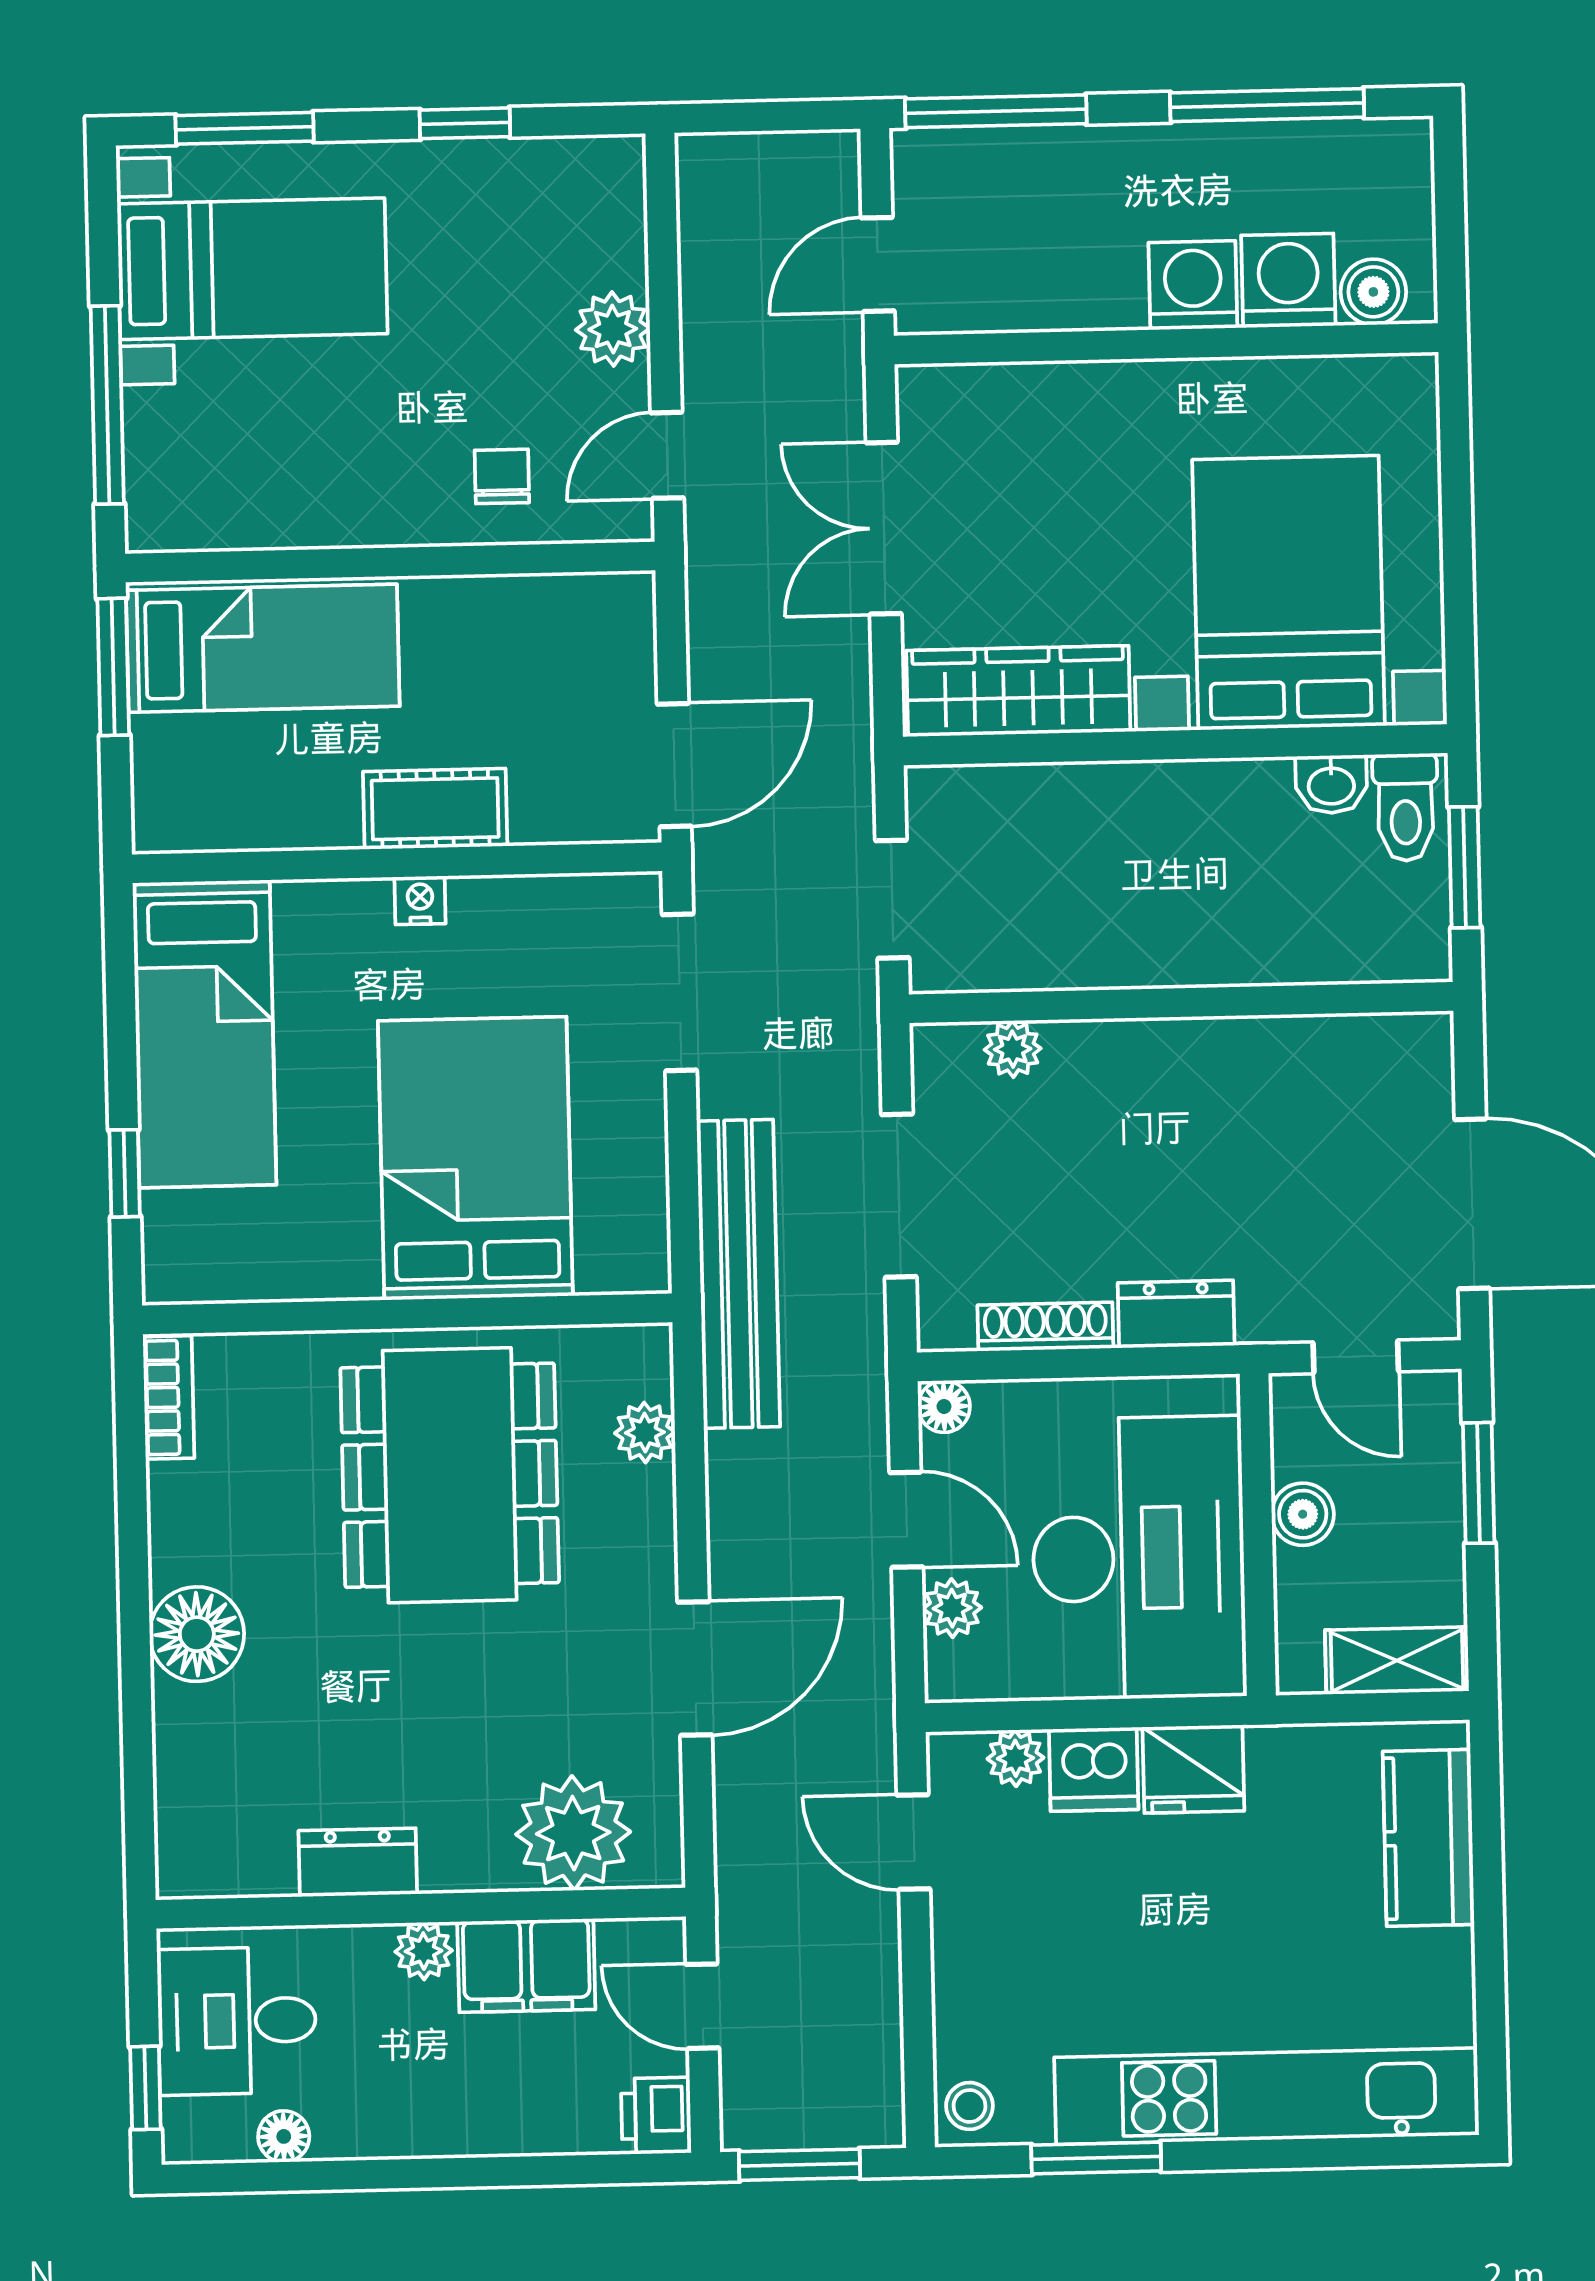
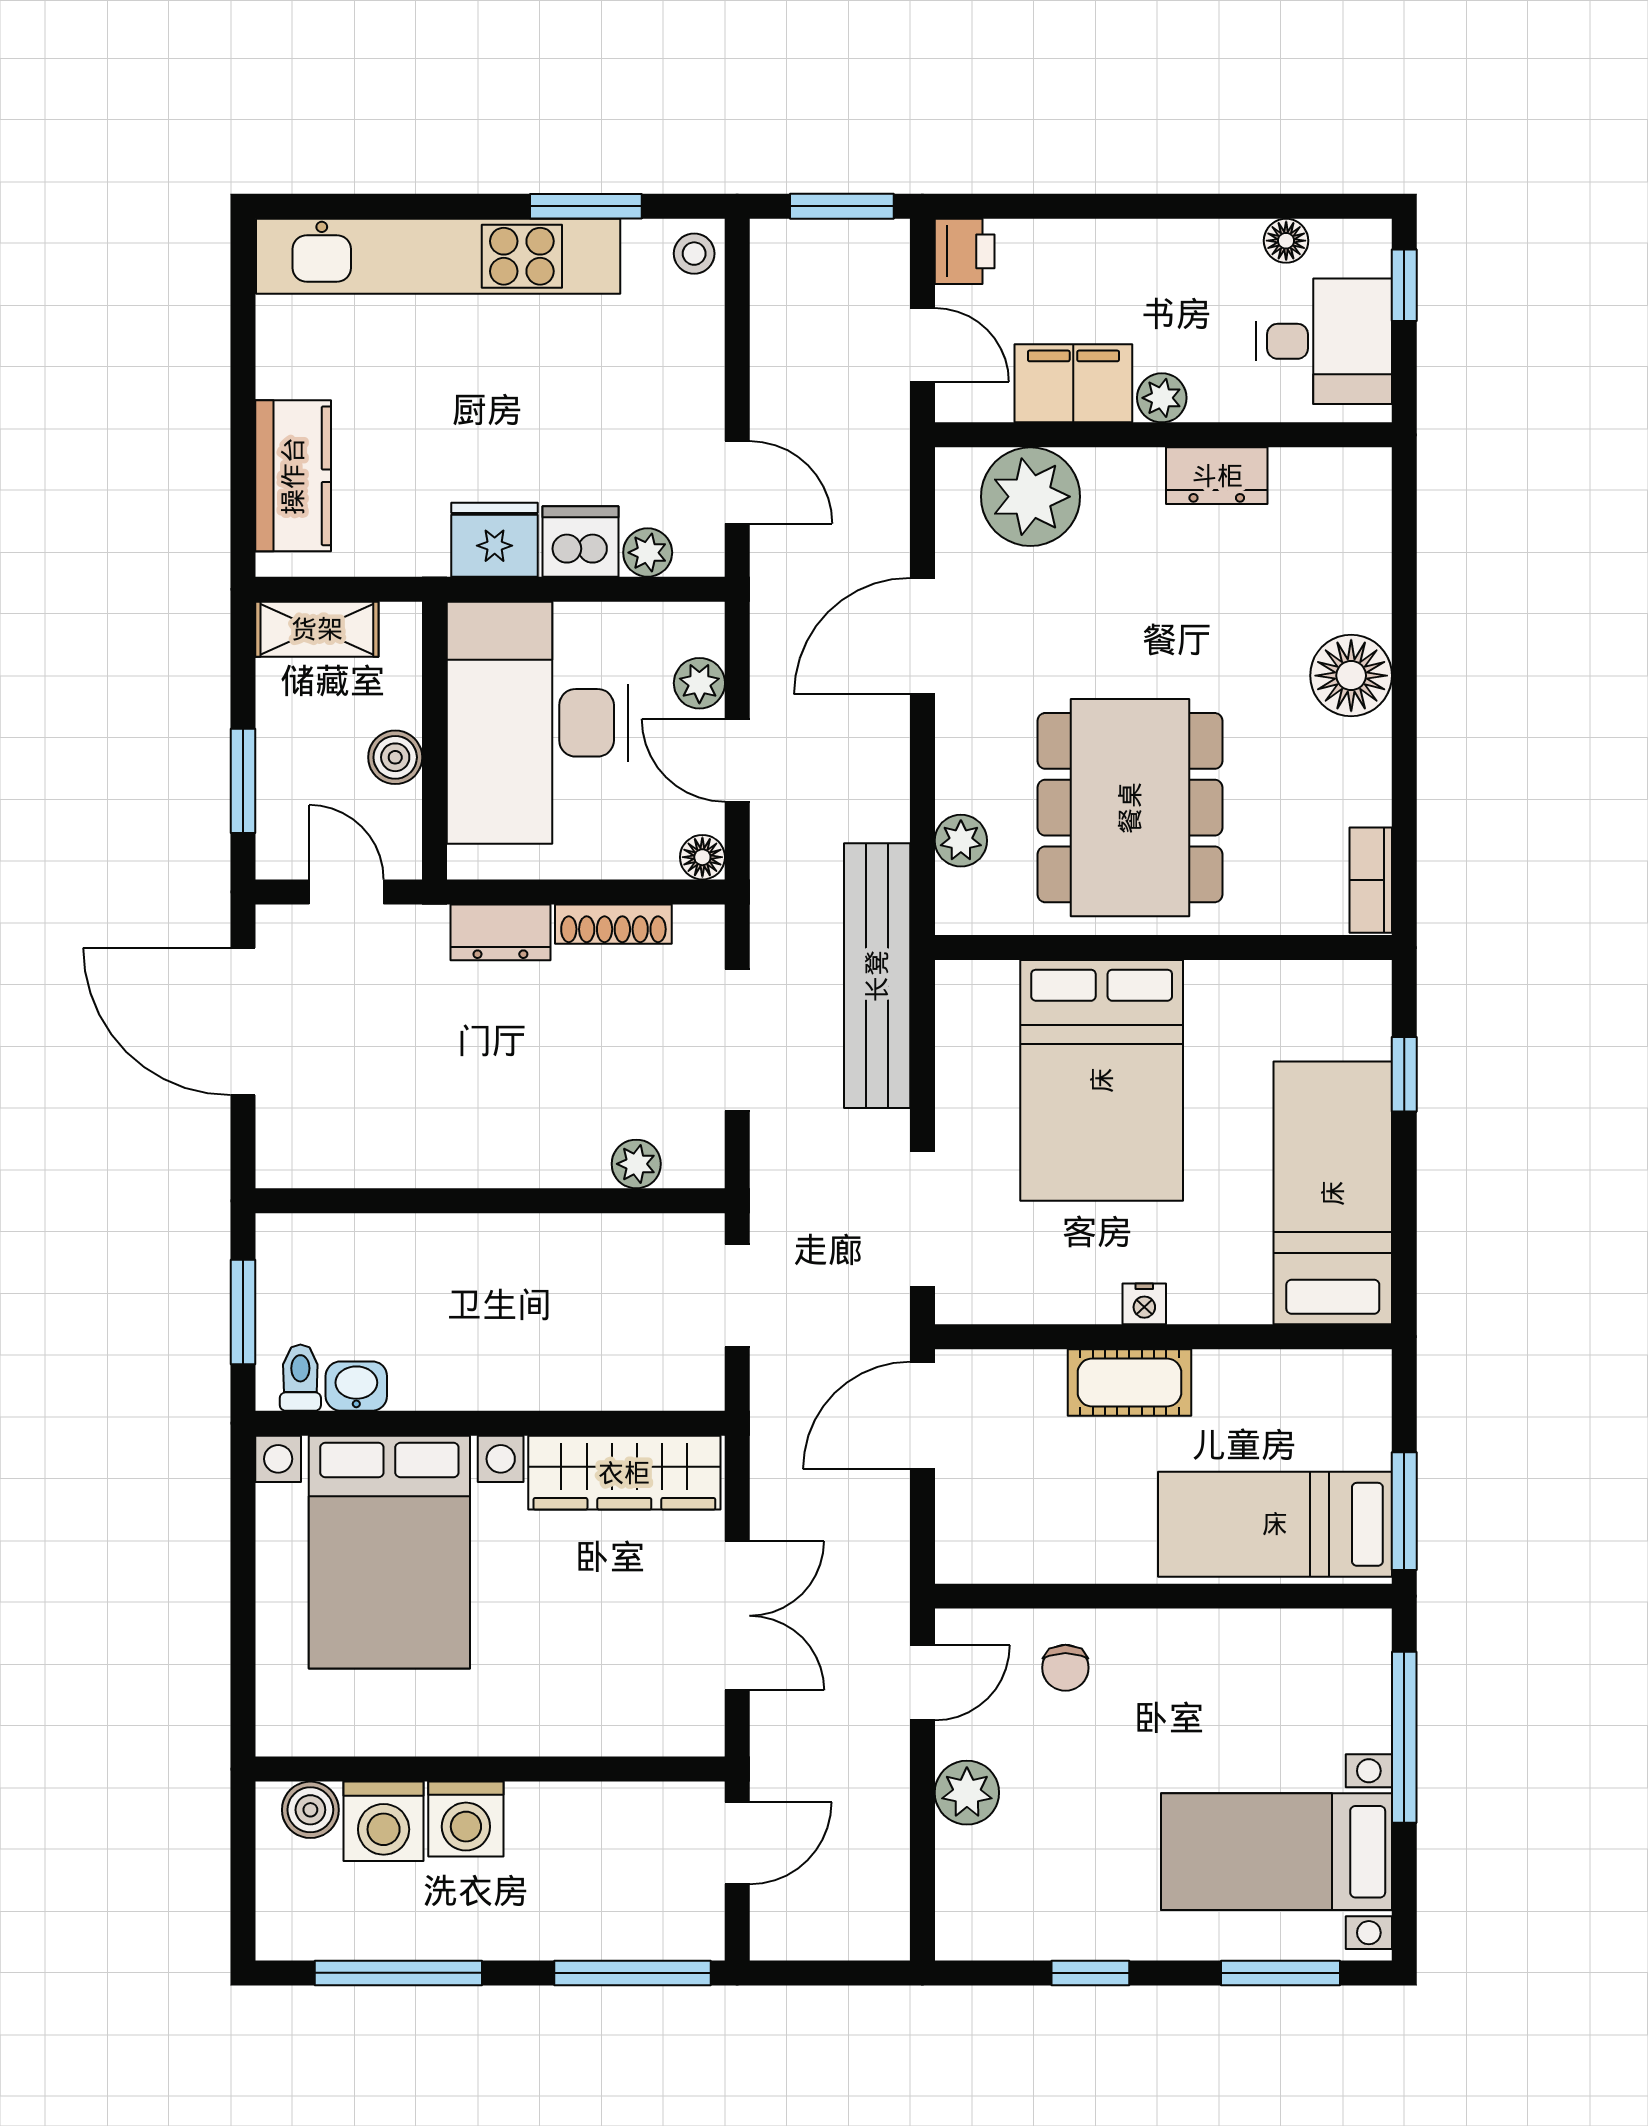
toilet: (1405, 807) -> (300, 1378), width x0.73, depth x0.72

